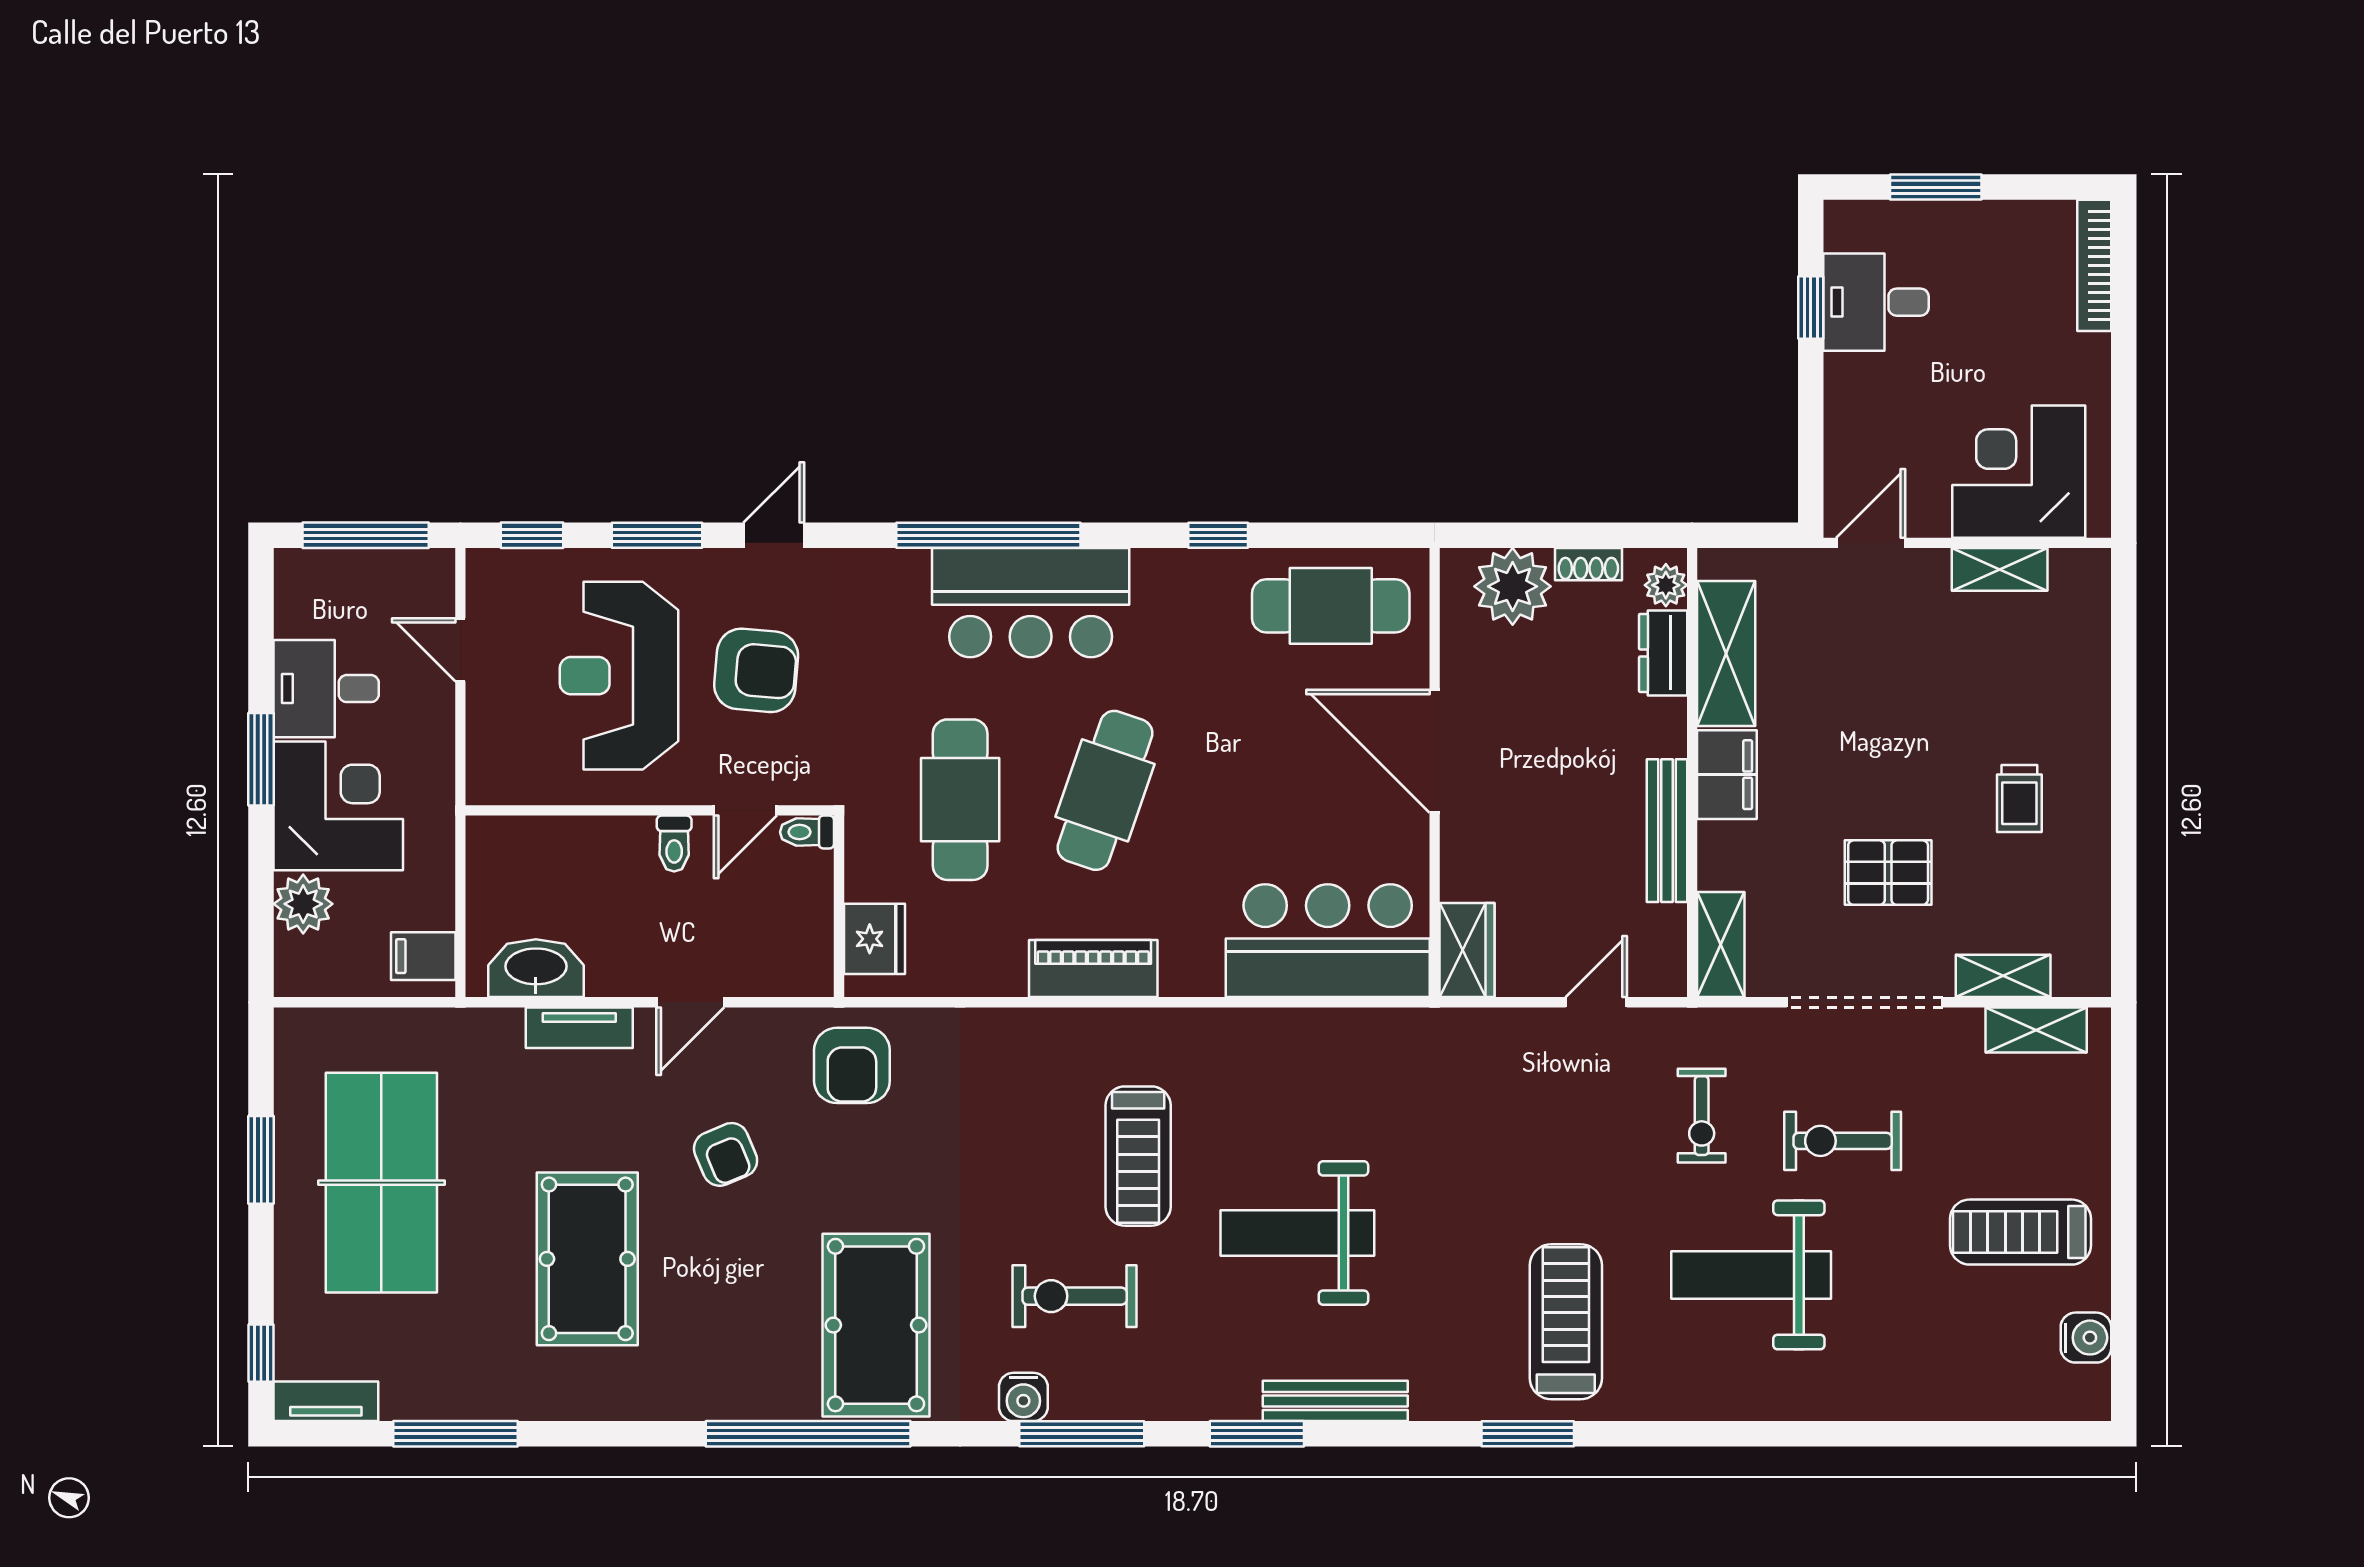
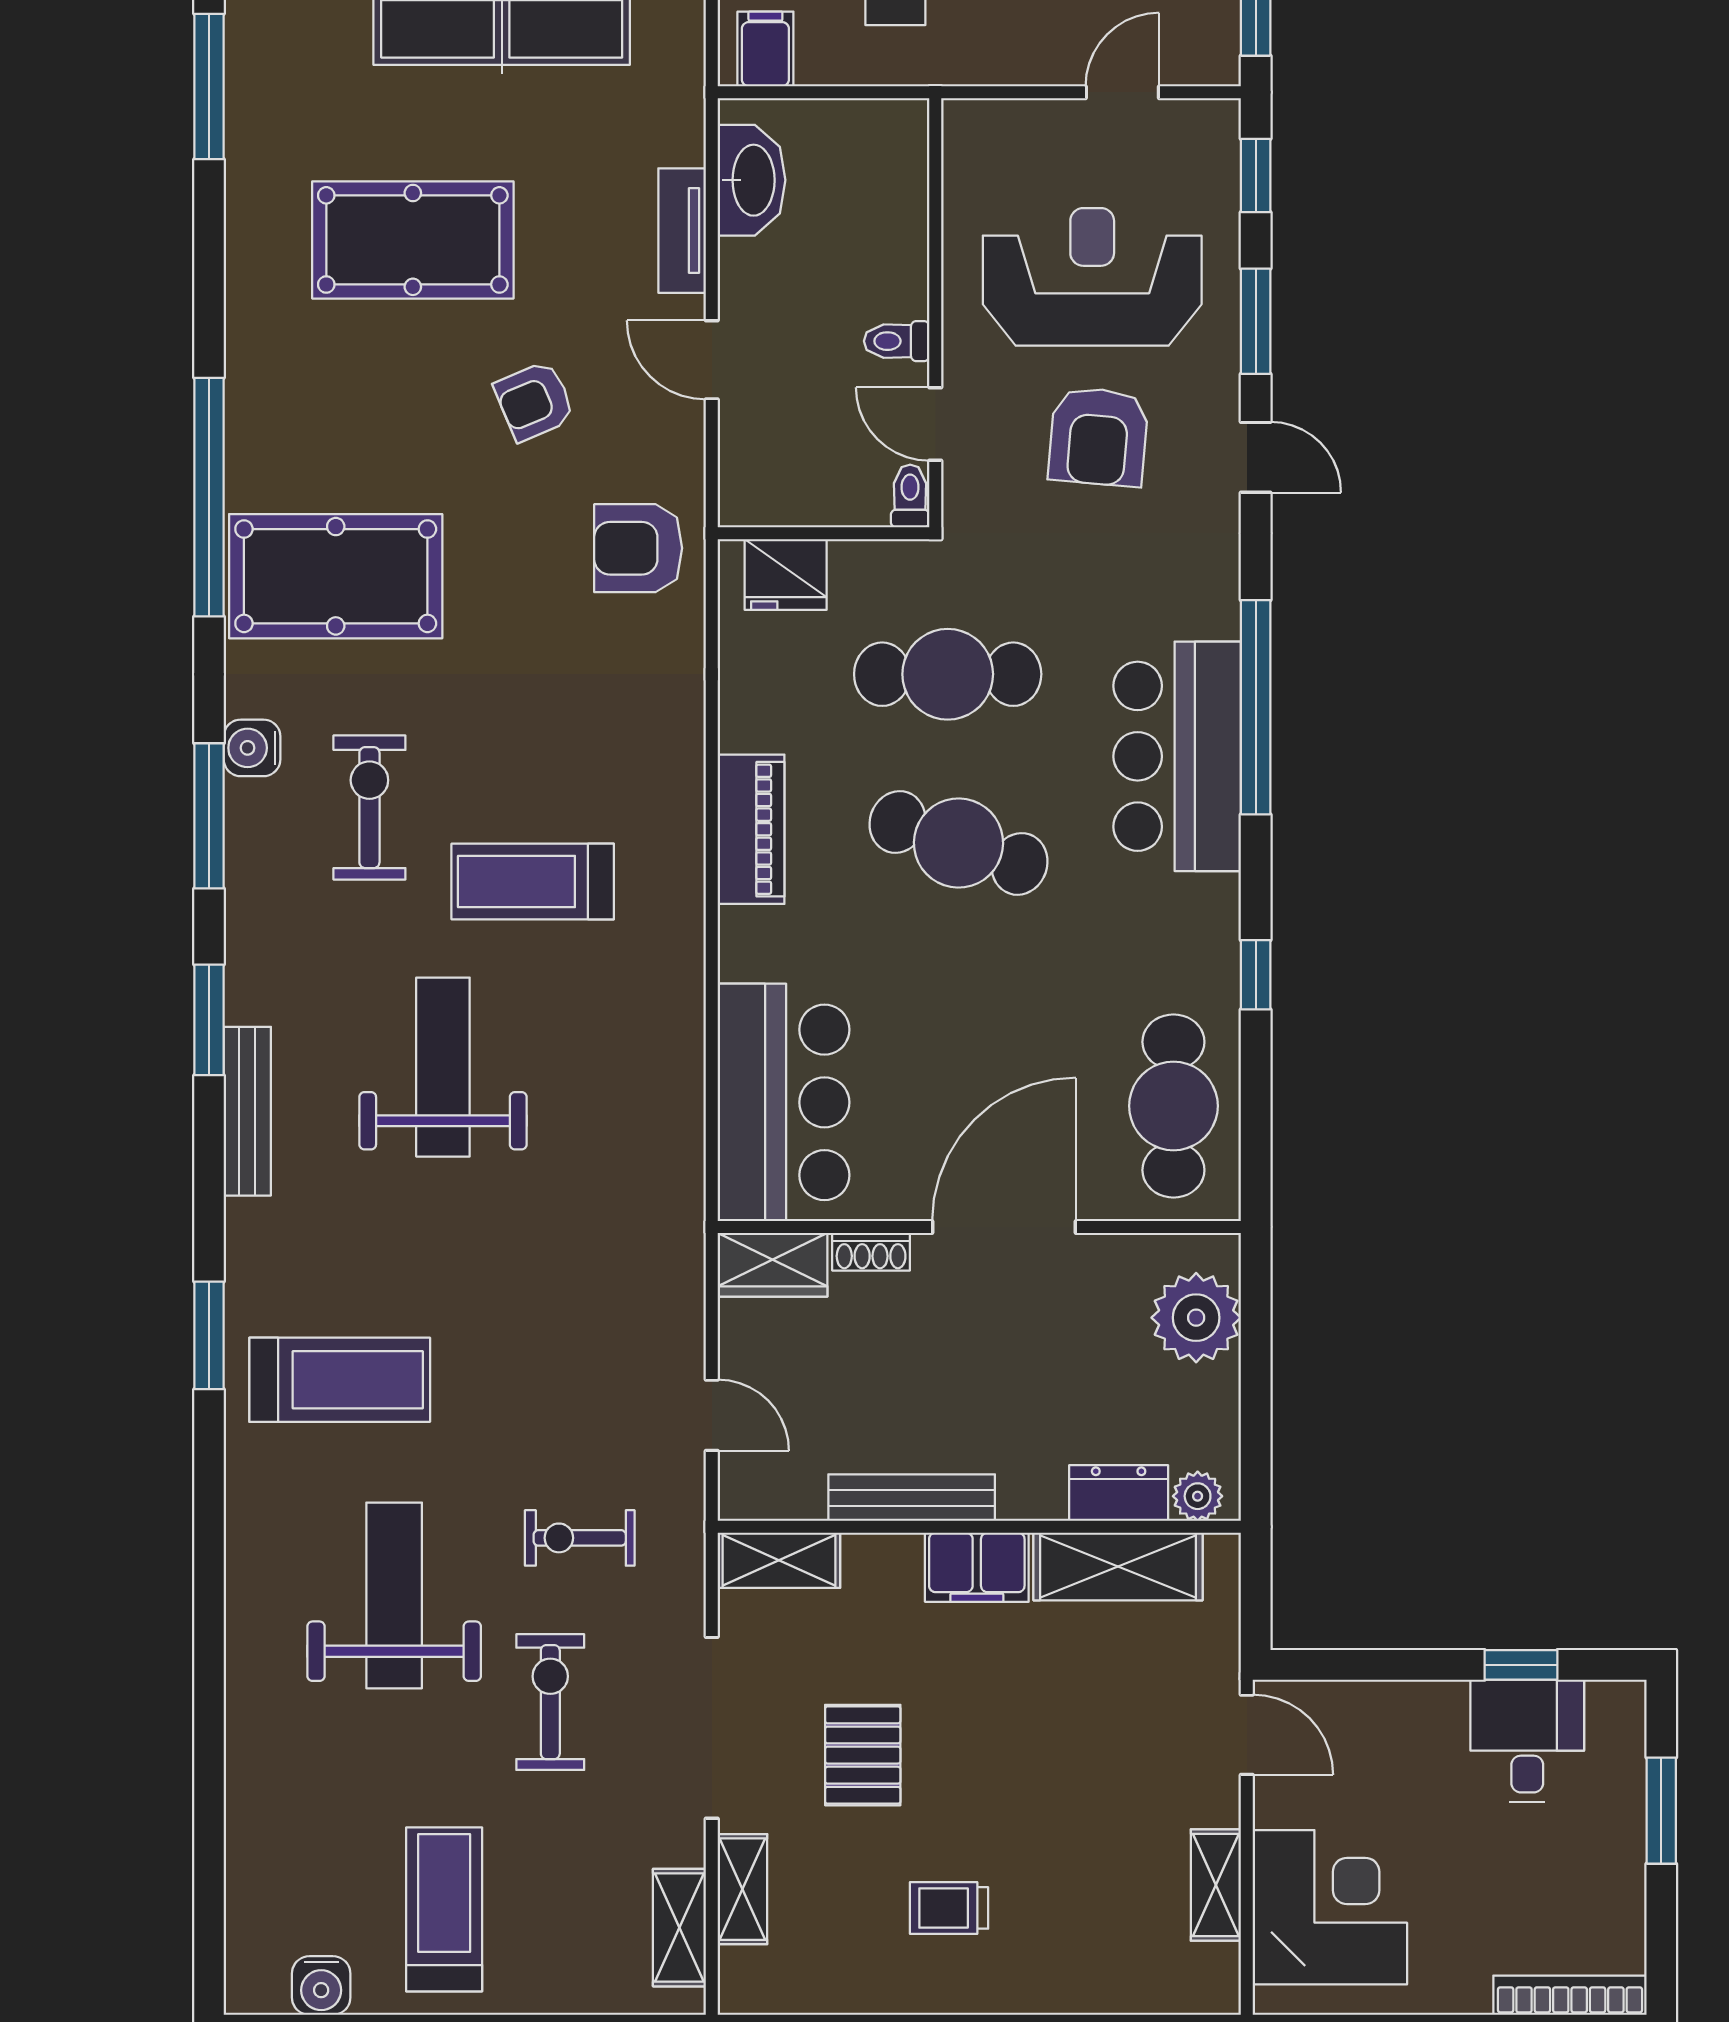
shoe rack: (1588, 564) -> (871, 1252), moved, turned -90

